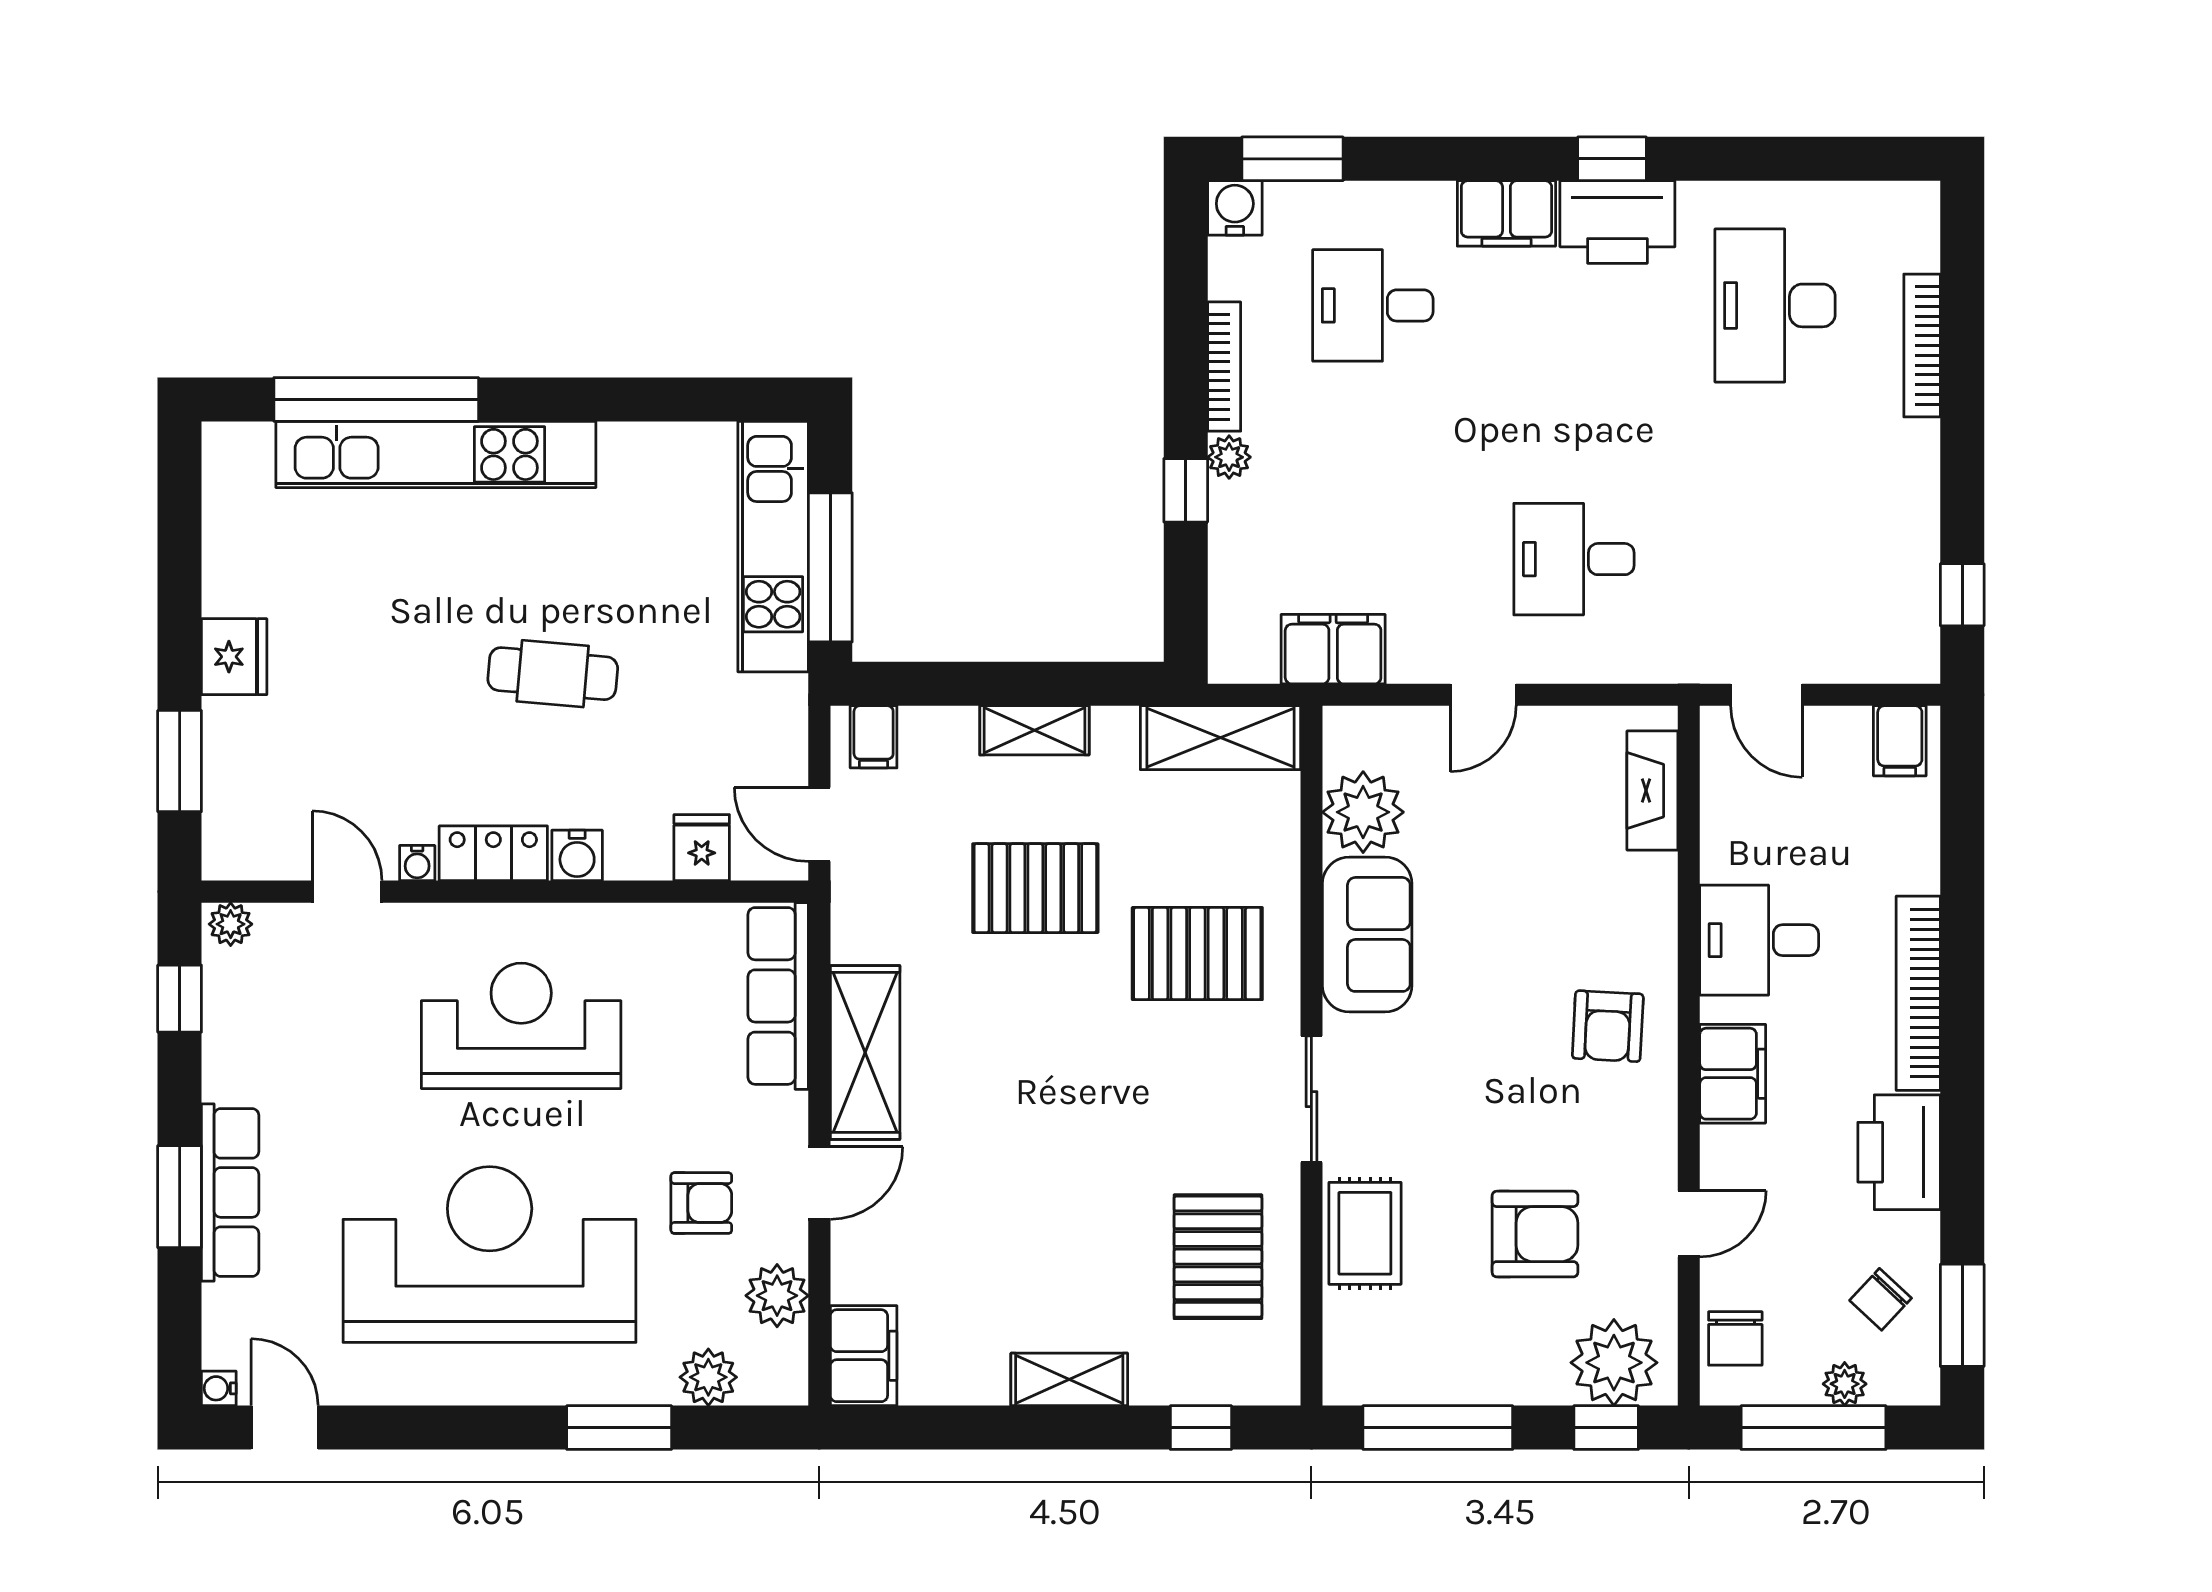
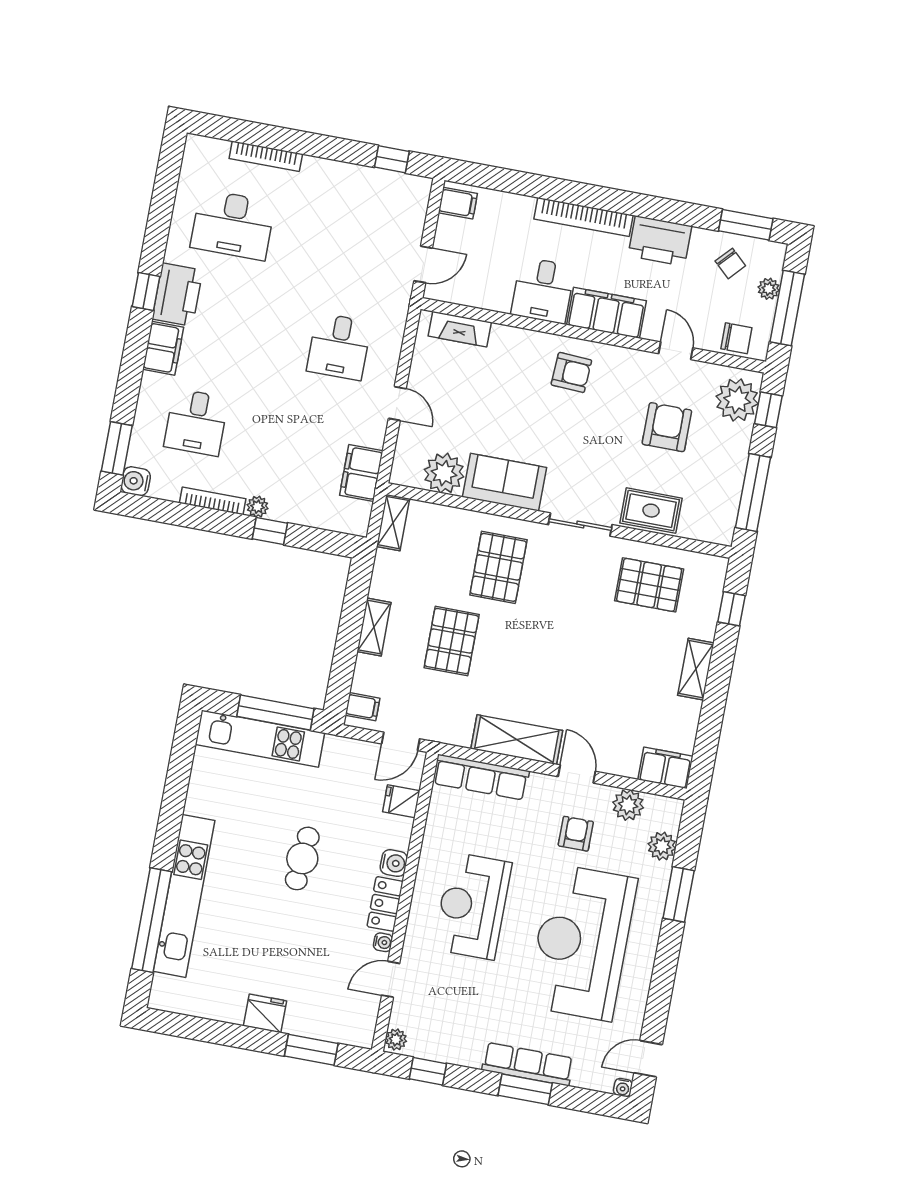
shelving: (1221, 738) -> (393, 523), width x0.67, depth x0.75
filing cabinet: (1733, 1074) -> (607, 313), width x1.50, depth x1.17

